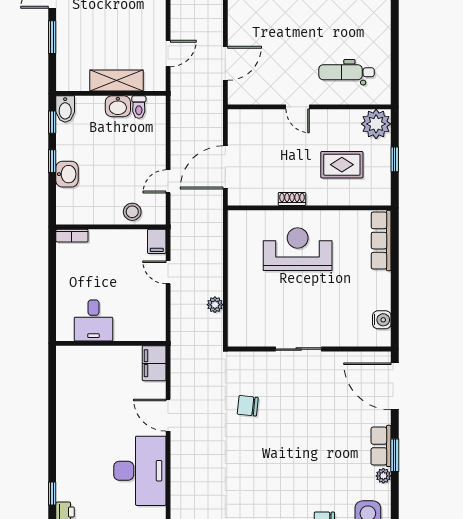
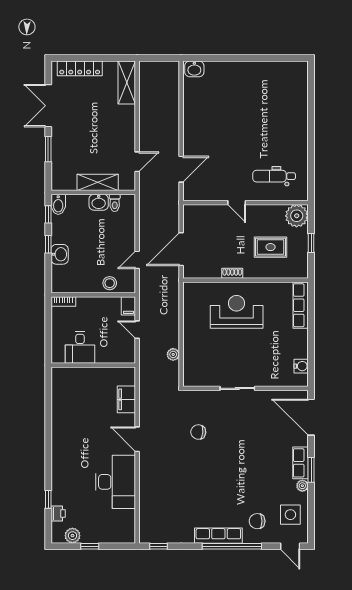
desk: (93, 320) -> (80, 347), moved
wall: (111, 343) -> (93, 365), moved

